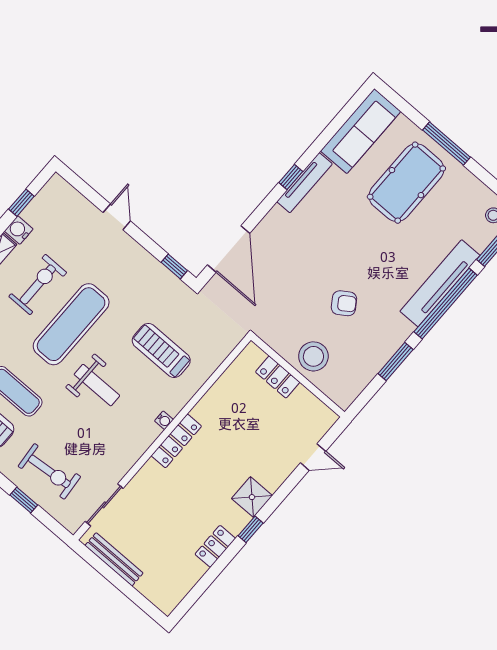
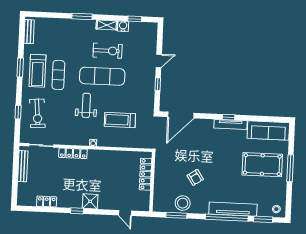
window: (174, 266) -> (158, 84), moved
treadmill: (161, 350) -> (120, 120), turned -90
stool: (313, 356) -> (183, 203), moved
window: (396, 361) -> (176, 215), moved
locker: (278, 377) -> (146, 174), width x1.53
weight bench: (97, 385) -> (86, 105), turned 180
locker: (176, 441) -> (73, 153), moved
locker: (215, 546) -> (47, 202), moved

